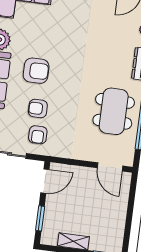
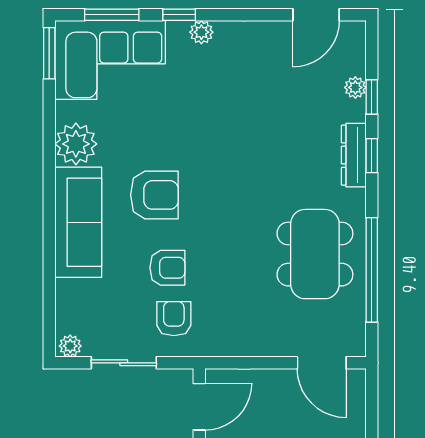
armchair: (38, 109) -> (167, 268), turned 180
armchair: (38, 135) -> (174, 319), turned 180

